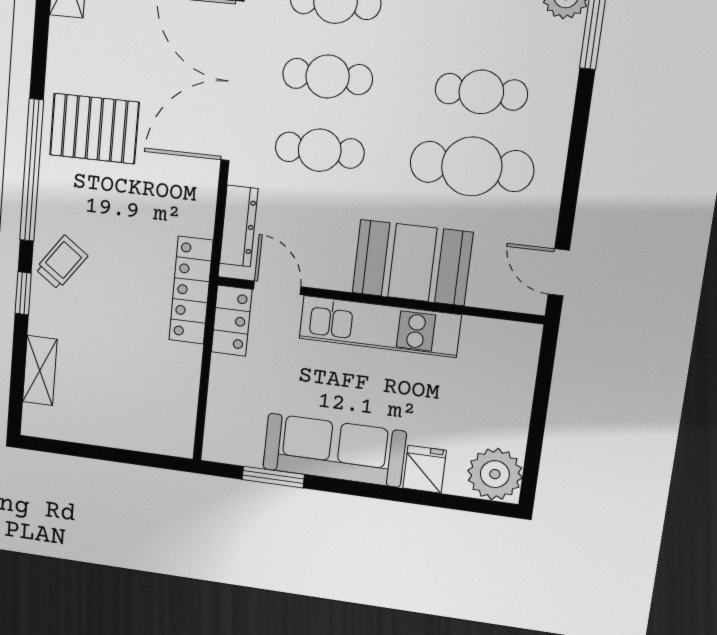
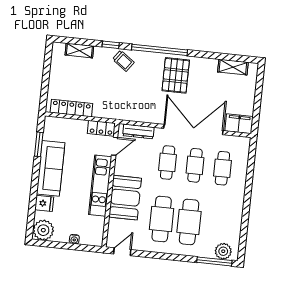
cafe table: (481, 92) -> (189, 222), width x1.37, depth x1.35
locker: (191, 290) -> (71, 108), moved
water cooler: (521, 397) -> (74, 239), added

